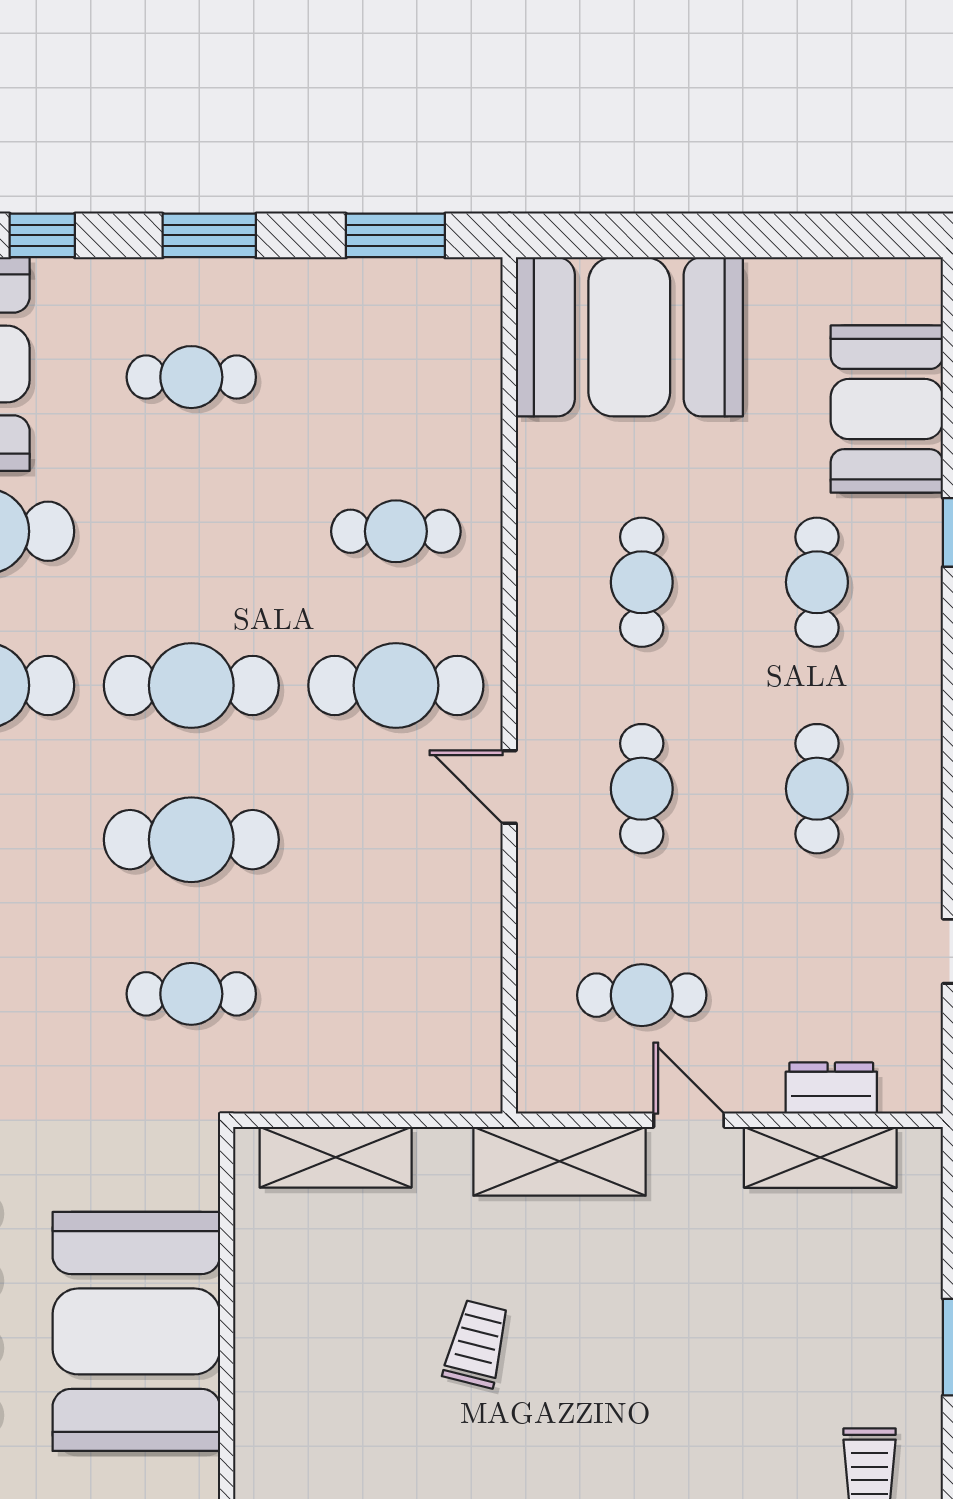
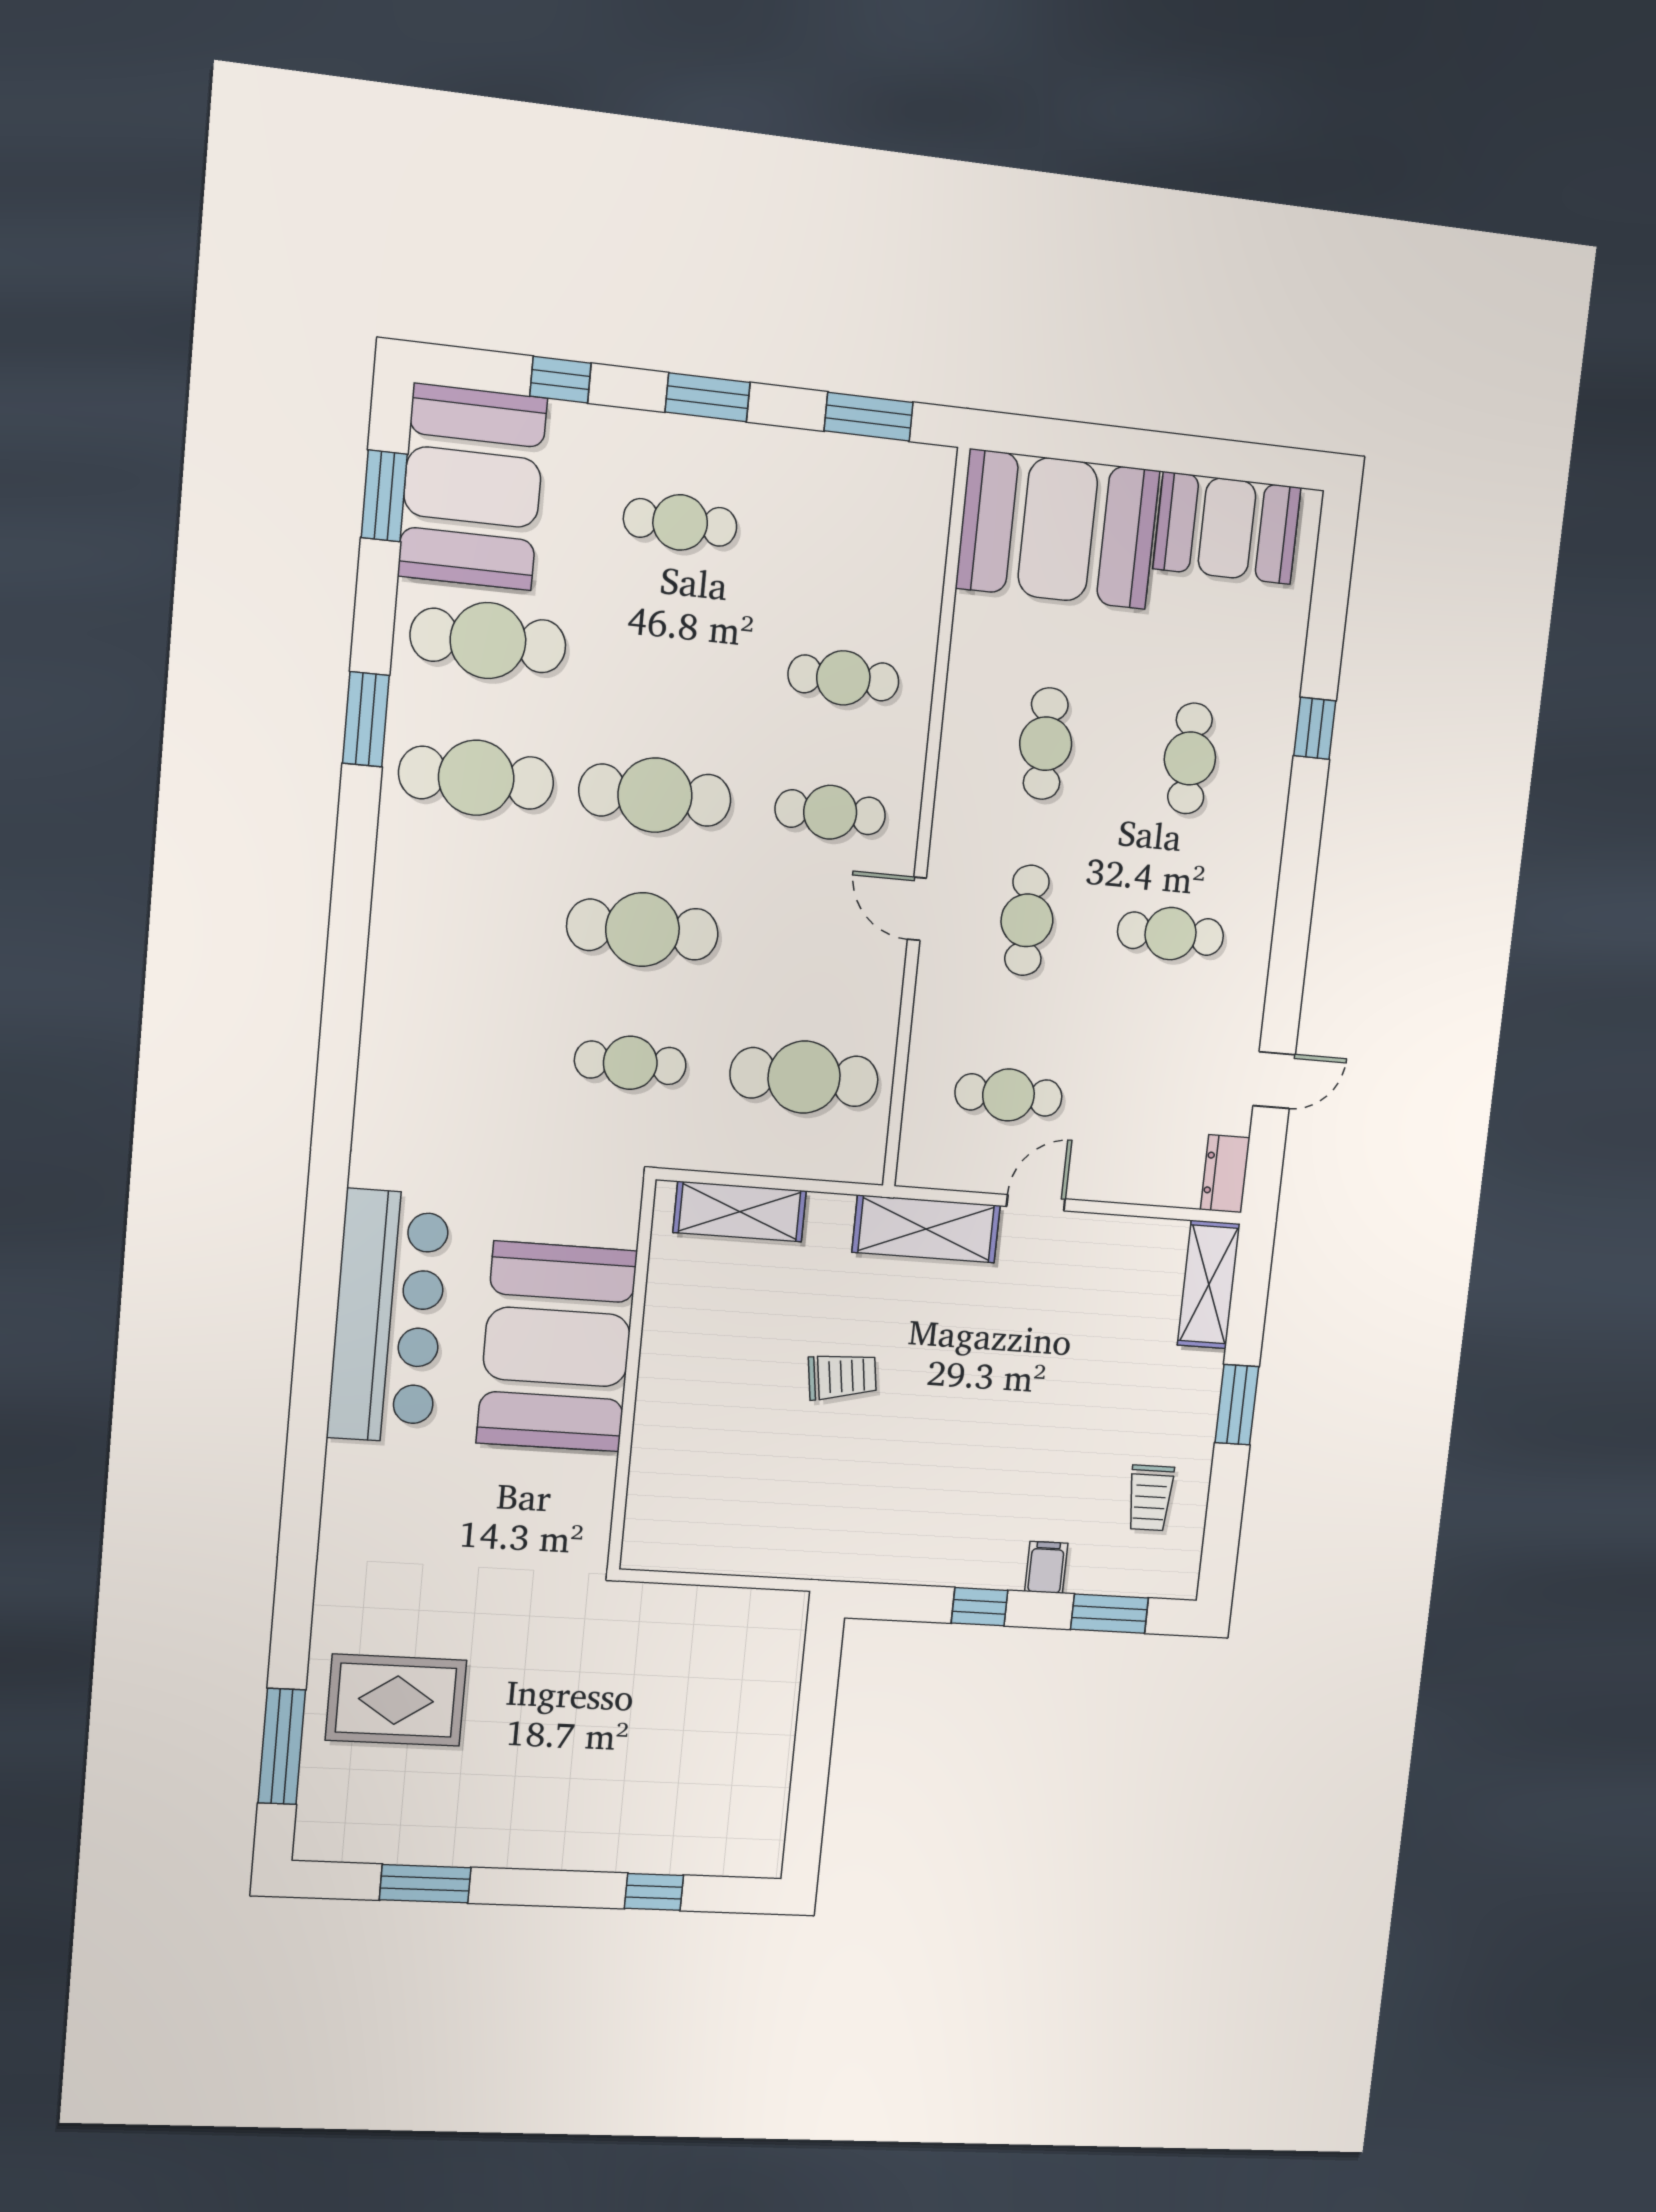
booth: (887, 409) -> (1227, 528), moved, turned 90
cafe table: (396, 685) -> (830, 812), width x0.73, depth x0.74
cafe table: (817, 789) -> (1171, 934), turned 90
cafe table: (396, 994) -> (804, 1077), added
dresser: (831, 1088) -> (1225, 1174), moved, turned -90
door: (689, 1120) -> (1036, 1203), hinge flipped
shelving: (820, 1157) -> (1209, 1284), moved, turned 90
trolley: (477, 1344) -> (842, 1376), turned 68

